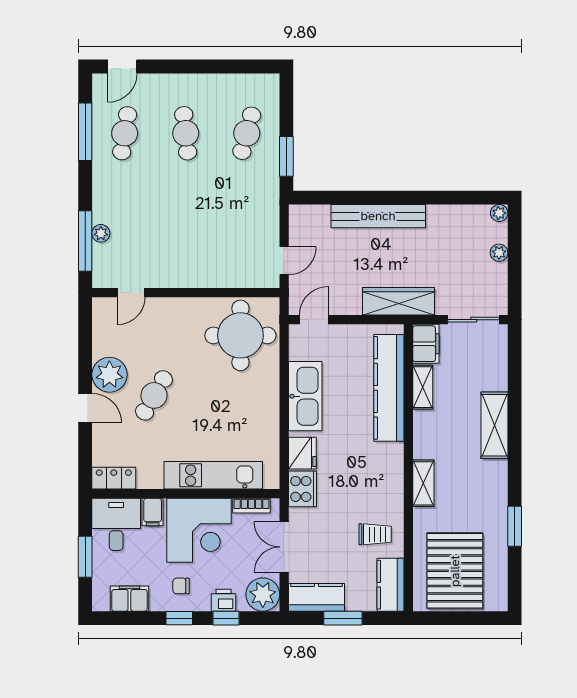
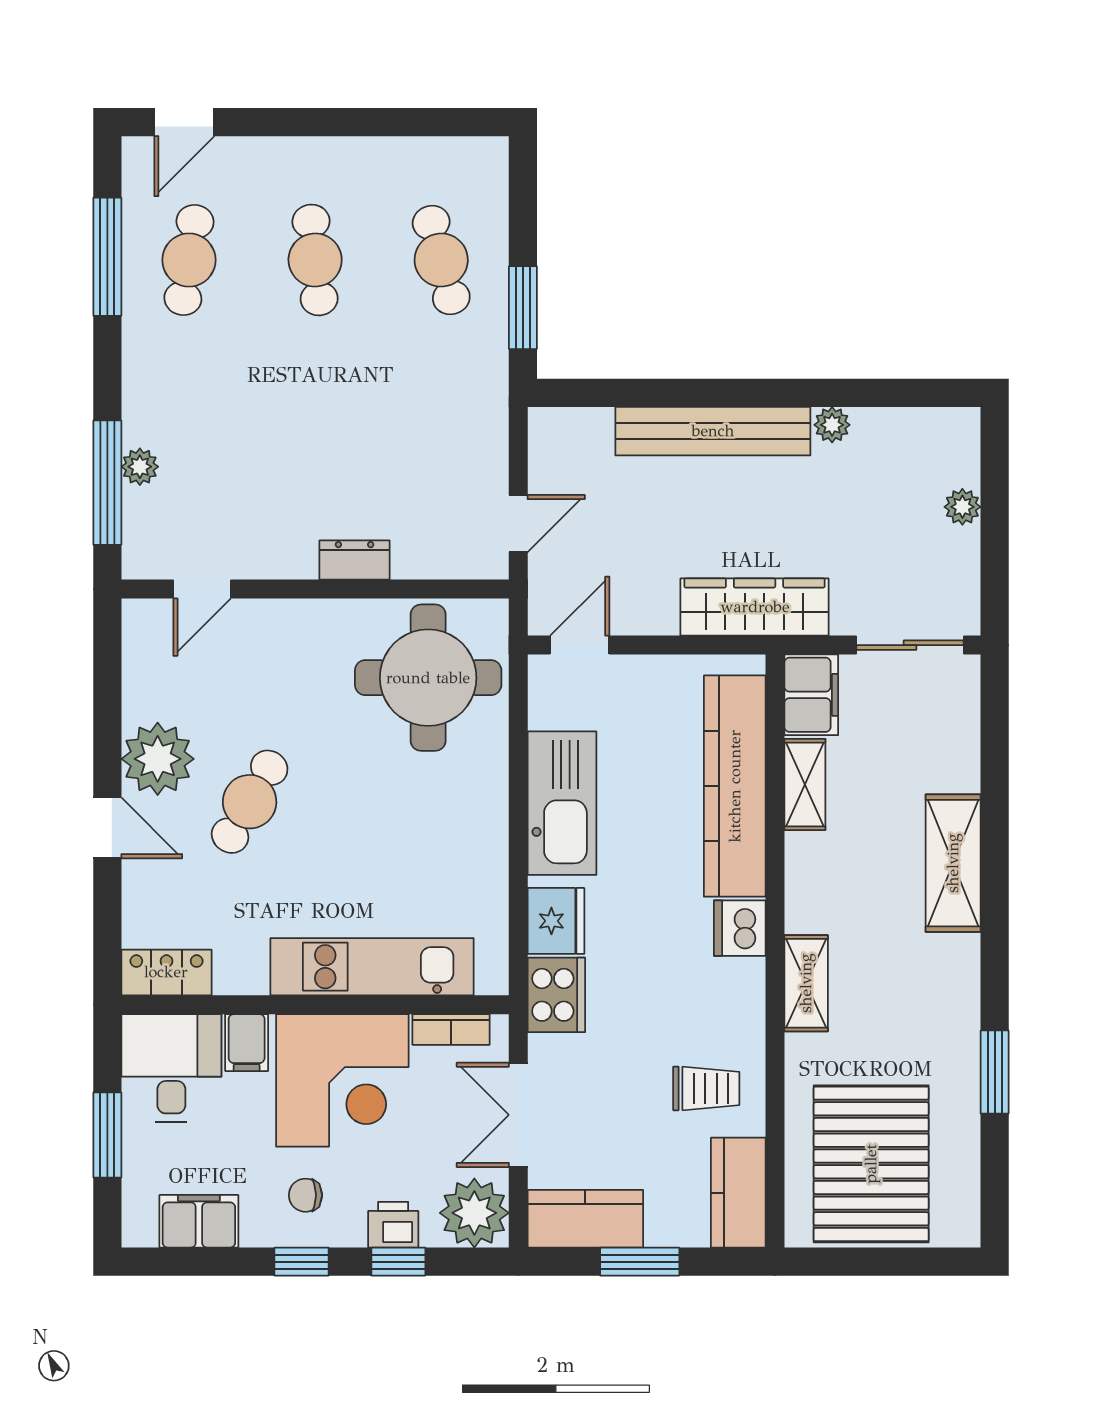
cafe table: (247, 133) -> (441, 260), turned -30
plant: (499, 213) -> (832, 425), moved
dresser: (205, 278) -> (355, 560), added
dishwasher: (391, 457) -> (740, 928), added

